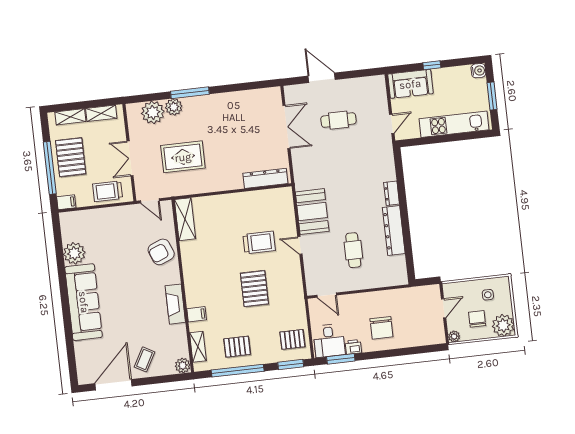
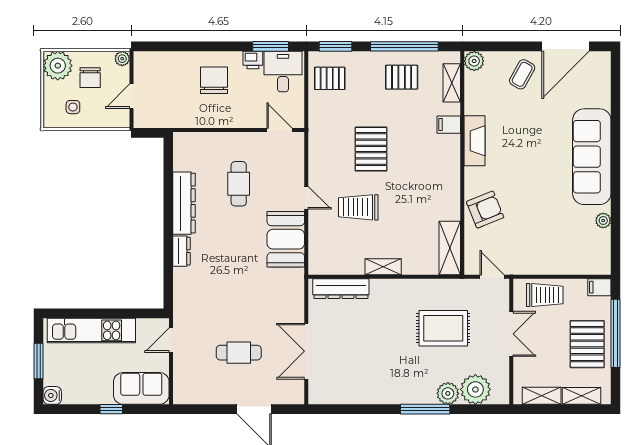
shelving: (235, 199) -> (383, 267), added
plant: (74, 253) -> (603, 220), width x0.53, depth x0.53

